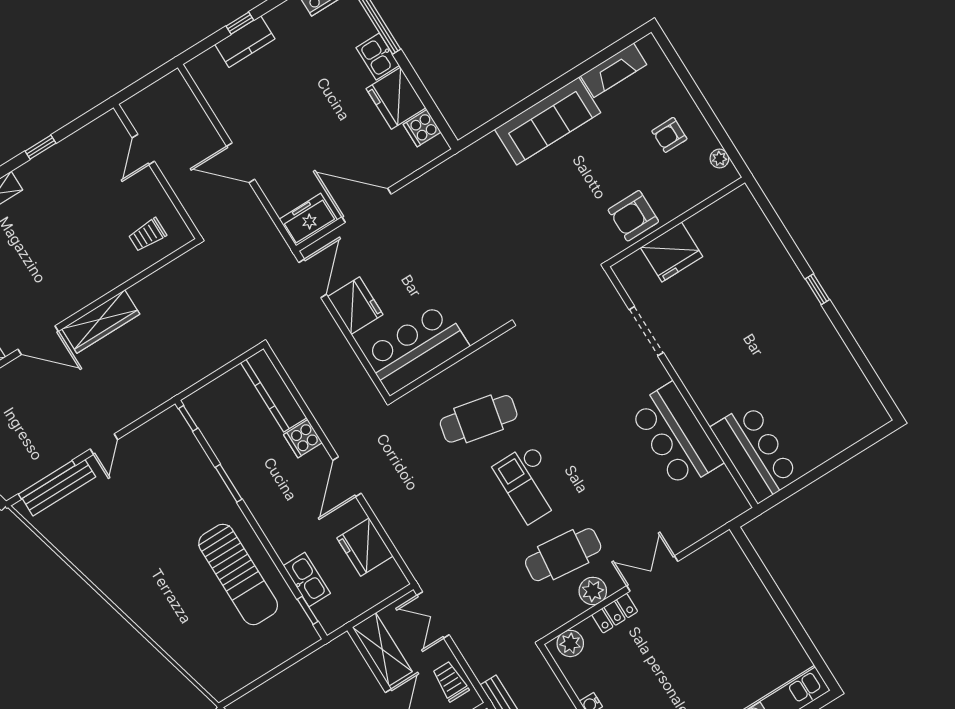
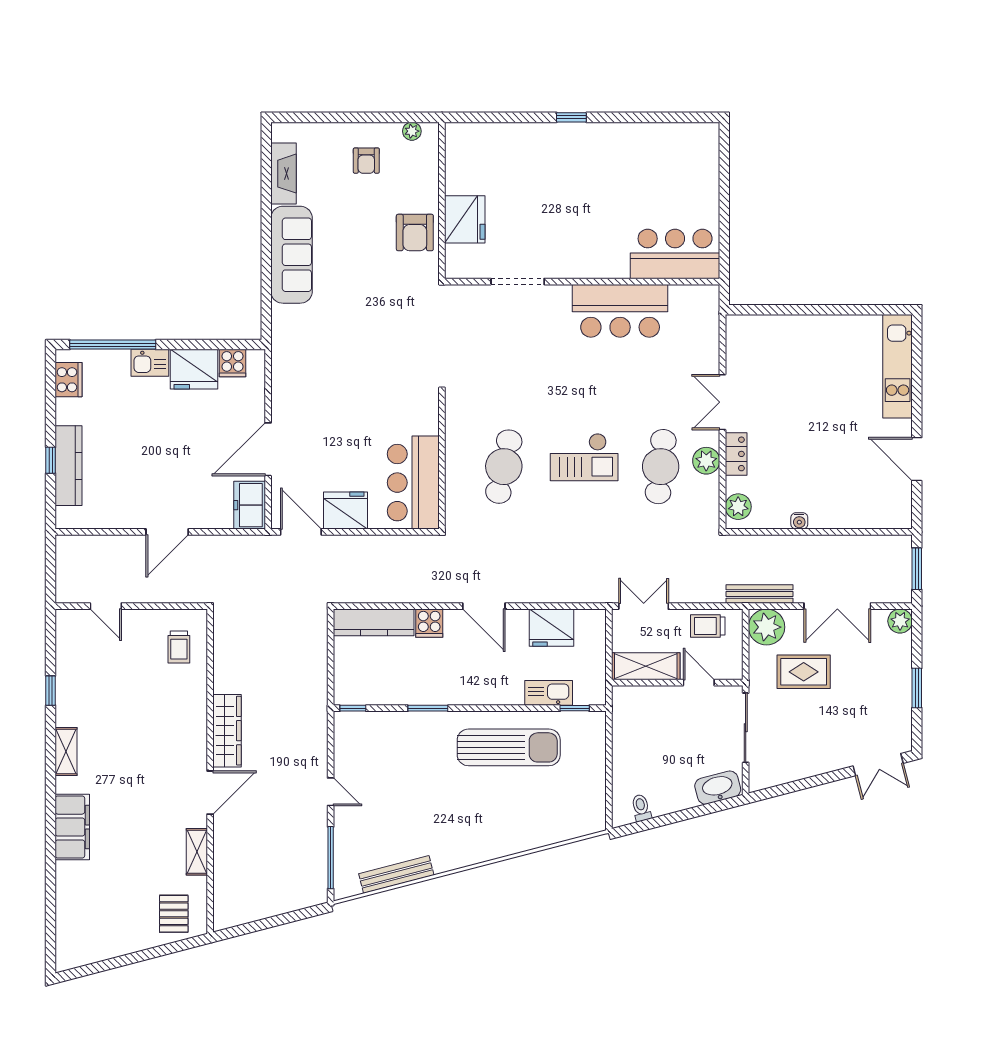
kitchen counter: (245, 42) -> (69, 466), width x1.50
bench: (59, 488) -> (396, 874), moved, turned 75
double door: (433, 615) -> (644, 606), swing flipped

